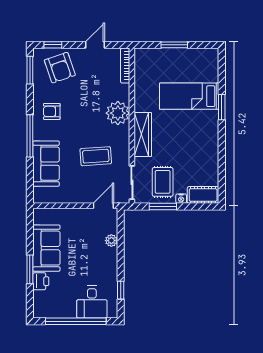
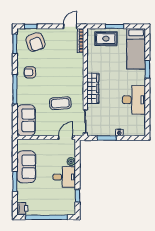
door: (95, 45) -> (70, 26), moved
bed: (189, 96) -> (136, 49), moved, turned -90
plant: (118, 113) -> (76, 73), removed
desk: (202, 151) -> (134, 100), added
sofa: (46, 164) -> (26, 120), moved
rug: (163, 182) -> (106, 39), moved, turned 90
cot: (203, 195) -> (134, 130), removed
printer: (41, 281) -> (22, 208), moved
desk: (92, 302) -> (64, 177), moved, turned -90

